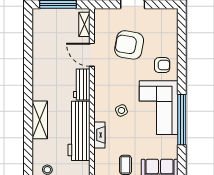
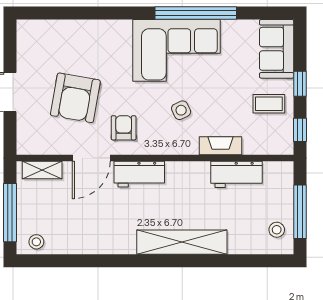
stool: (40, 21) -> (36, 242), added
armchair: (162, 65) -> (124, 128), moved
shelving: (40, 120) -> (182, 242), width x1.47
workbench: (79, 131) -> (236, 174), width x0.53, depth x0.76

